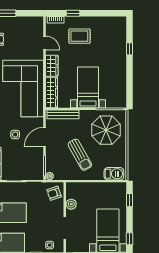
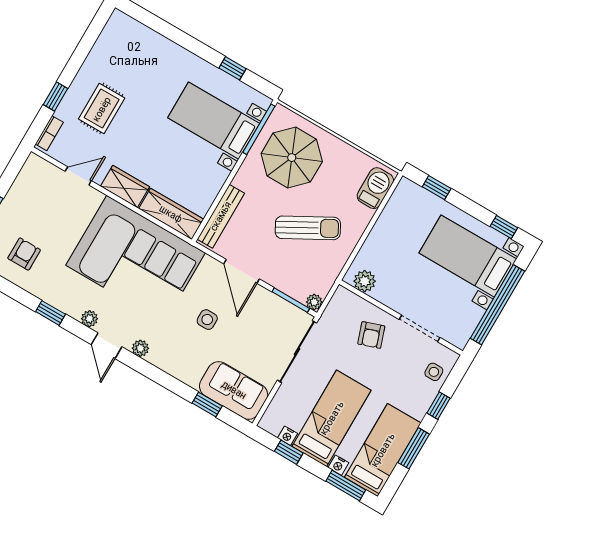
window: (130, 49) -> (232, 68), moved
bed with nightstands: (88, 87) -> (214, 121), moved
armchair: (54, 193) -> (371, 335), moved
plant: (71, 204) -> (365, 281), moved

